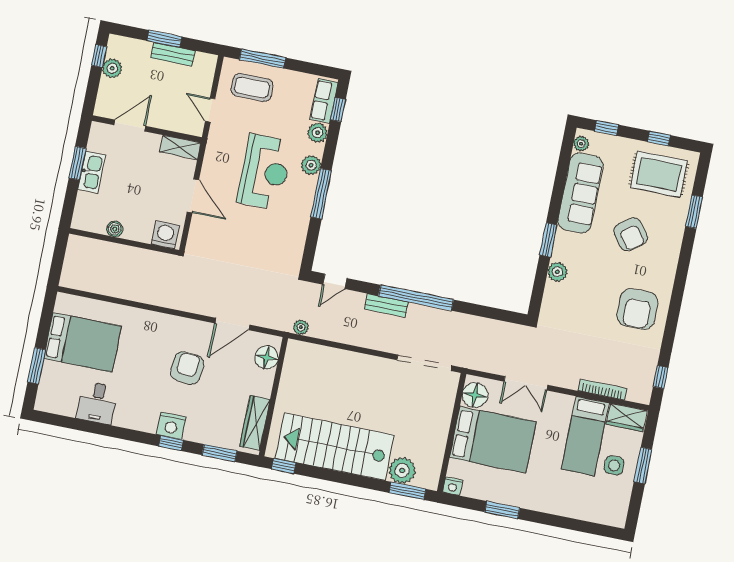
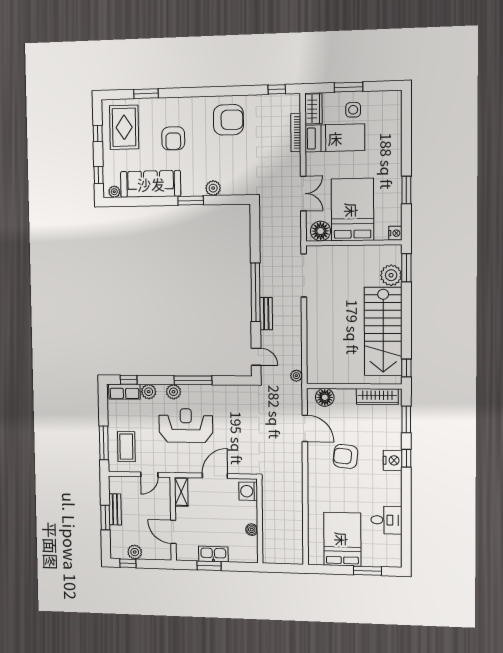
armchair: (631, 234) -> (173, 138), turned 127

